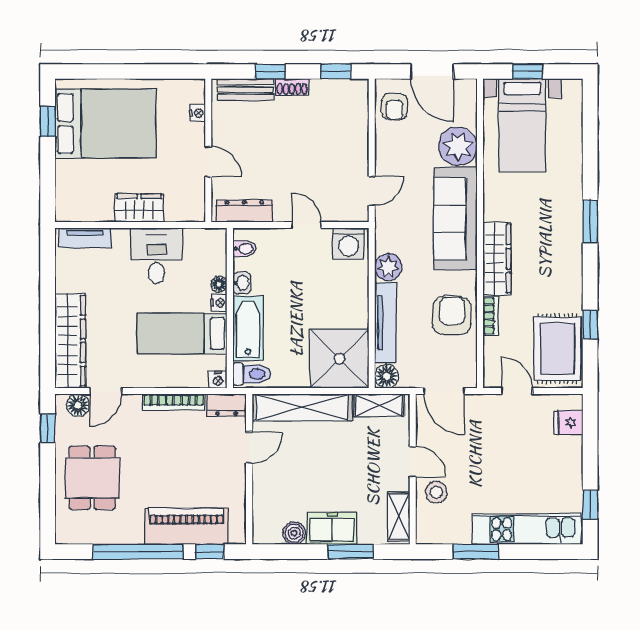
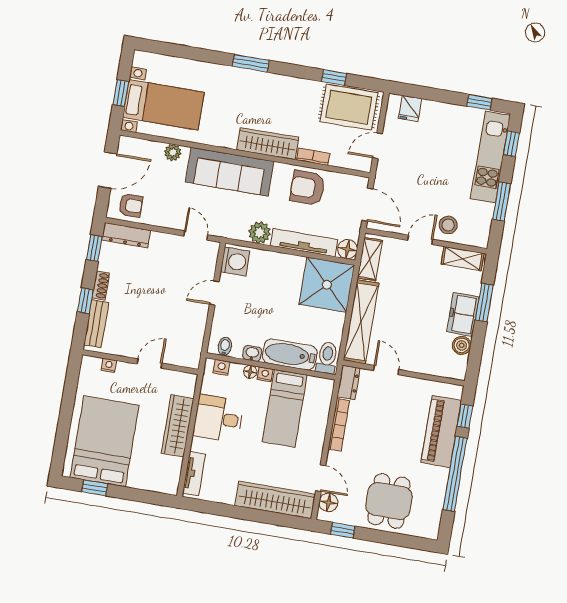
plant: (458, 146) -> (173, 152), width x0.53, depth x0.53
wardrobe: (139, 208) -> (177, 426), width x1.50
dresser: (244, 211) -> (126, 235), moved, turned -90
nightstand: (218, 380) -> (221, 367), moved, turned -90
door: (444, 391) -> (367, 205), hinge flipped
dining table: (92, 478) -> (389, 501), turned 90
window: (547, 552) -> (511, 144), added

